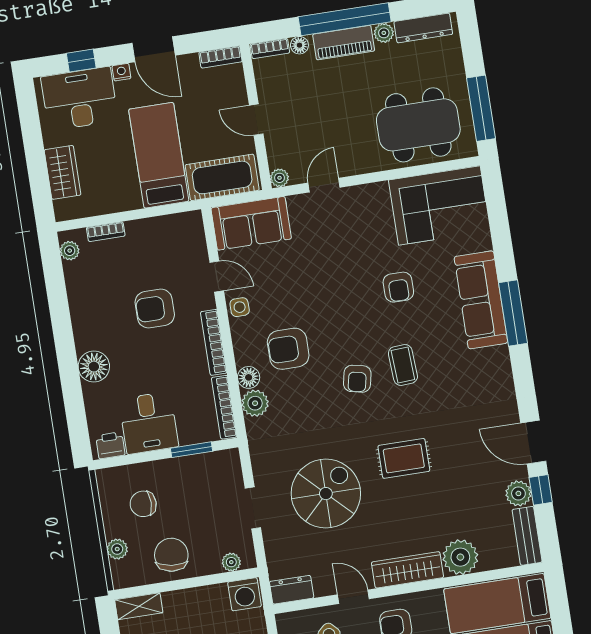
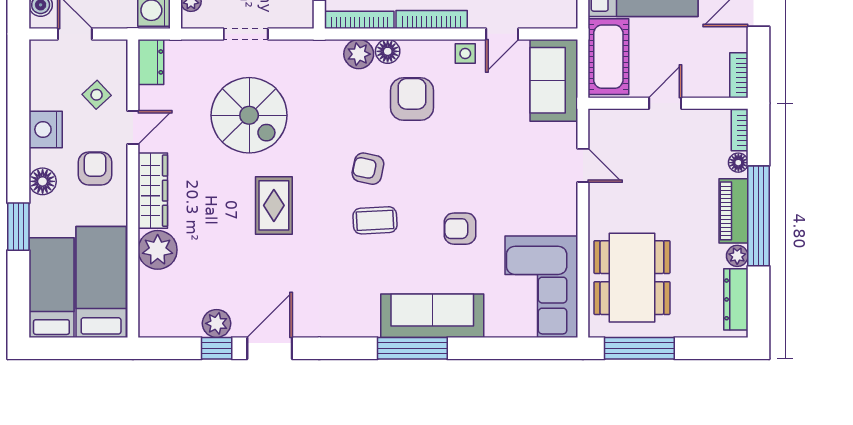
plant: (279, 178) -> (598, 119), removed
bench: (527, 536) -> (169, 326), removed

